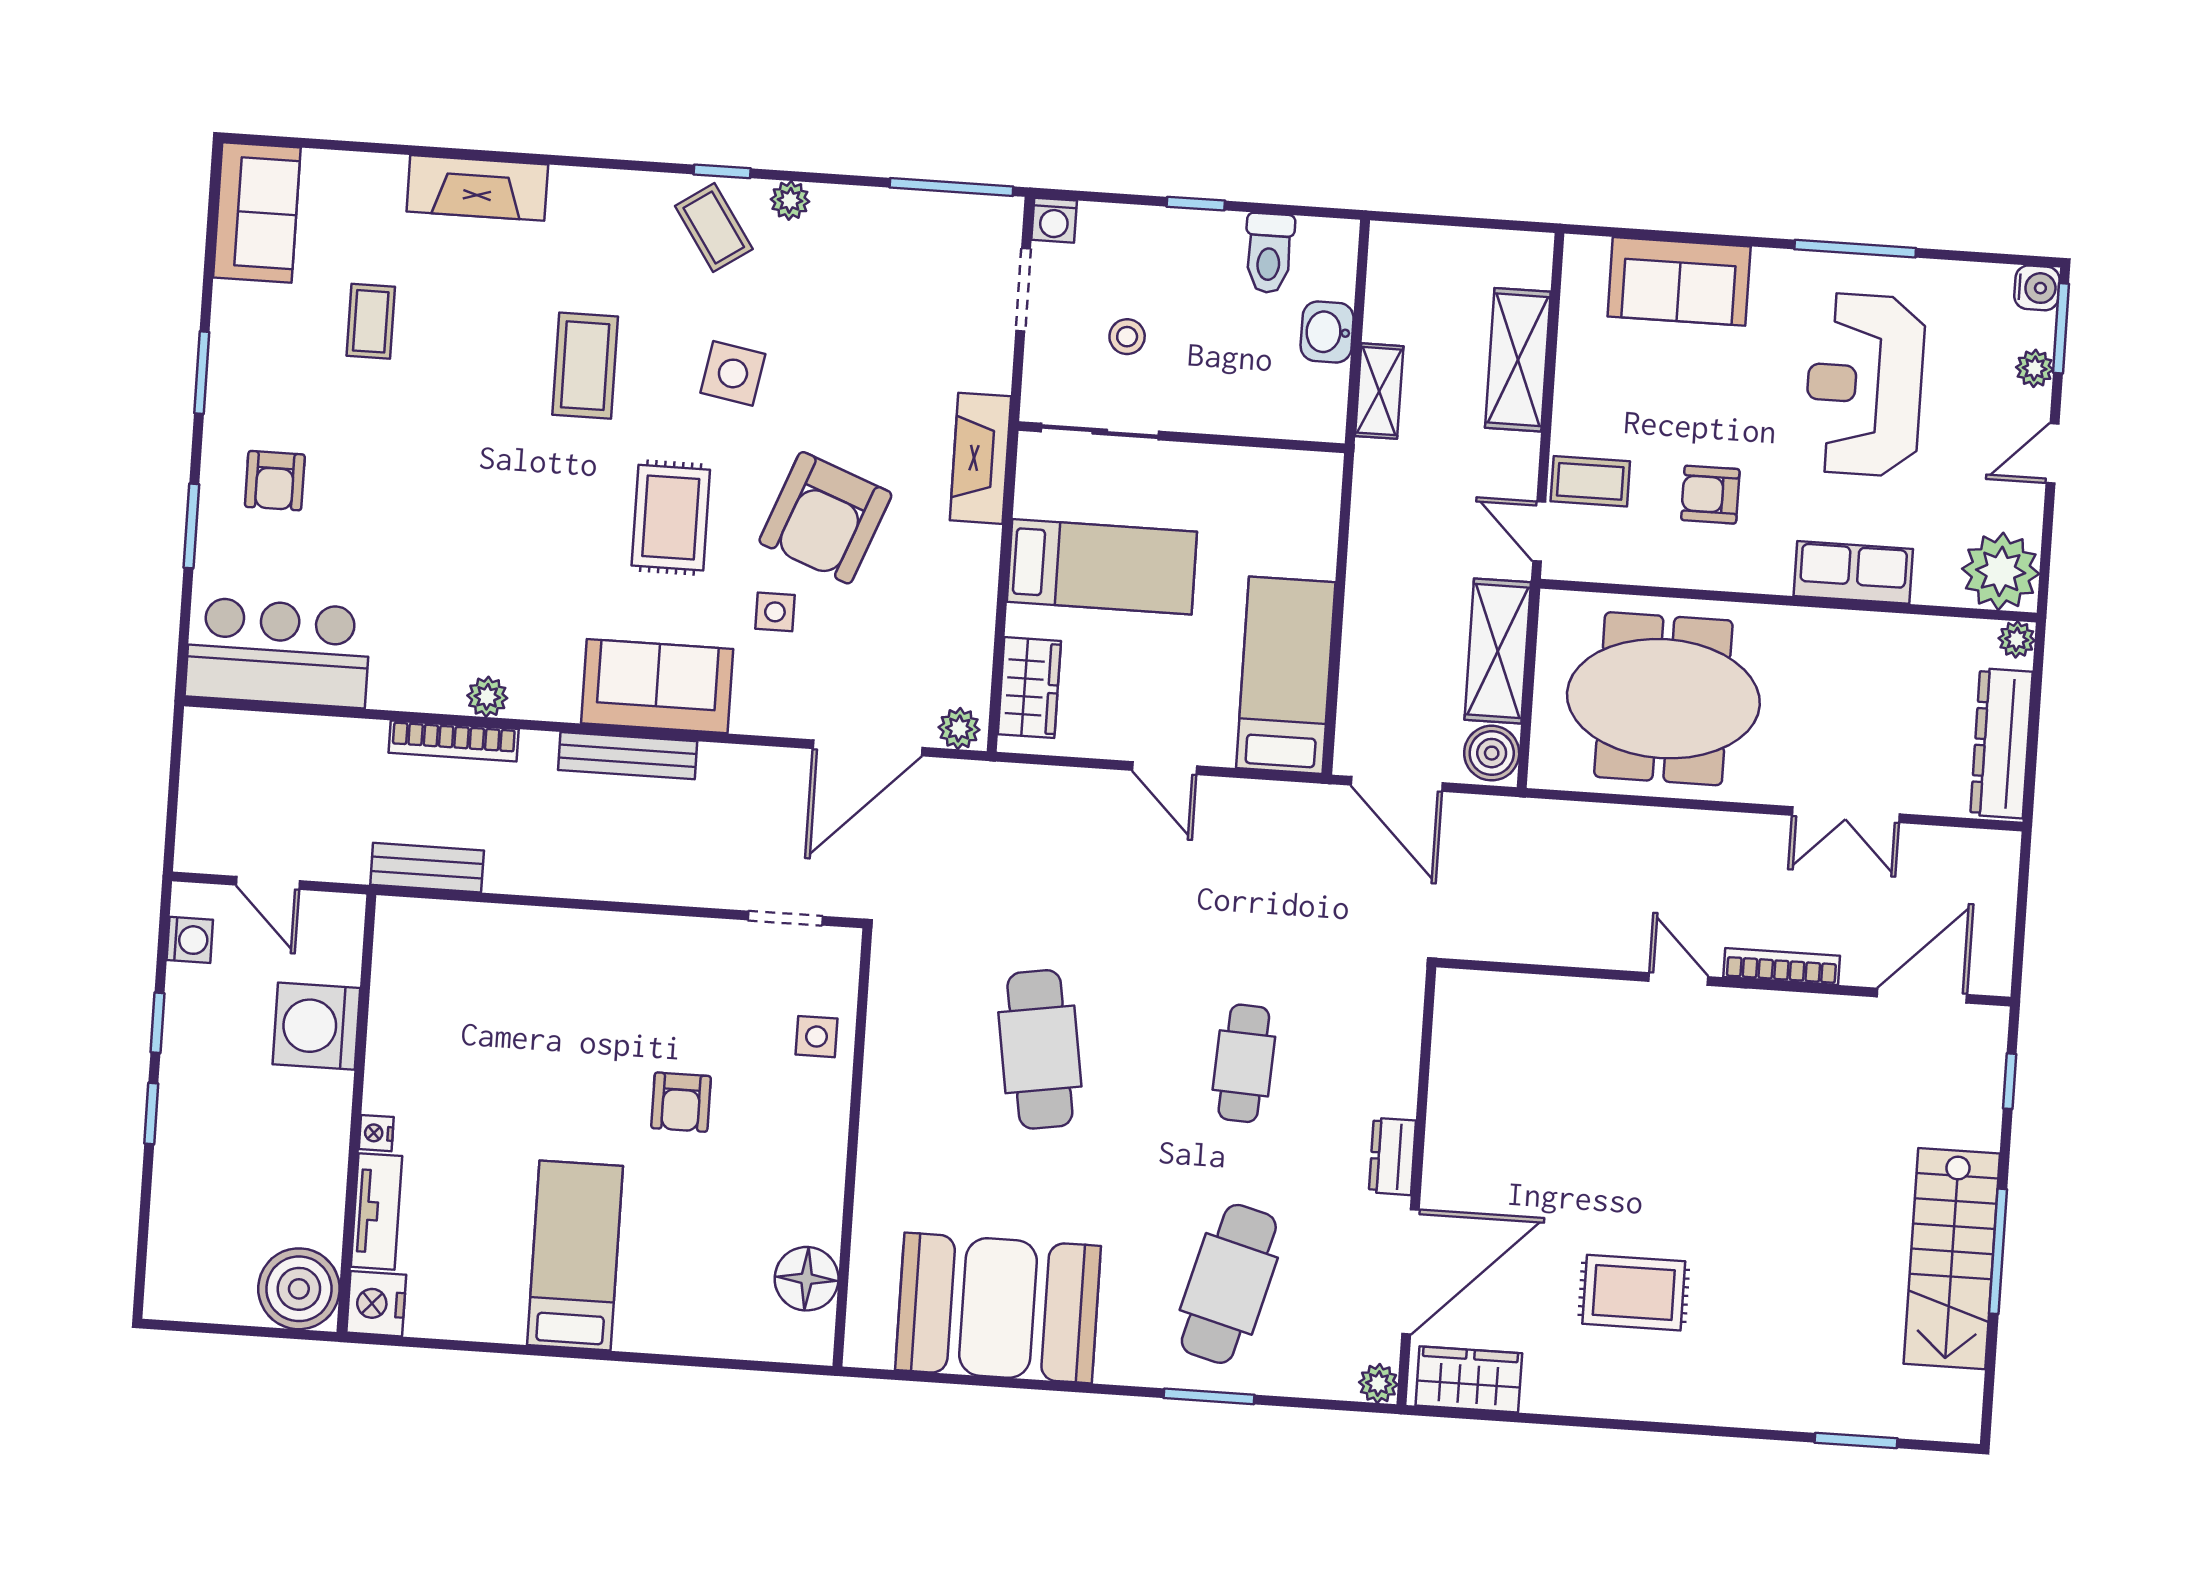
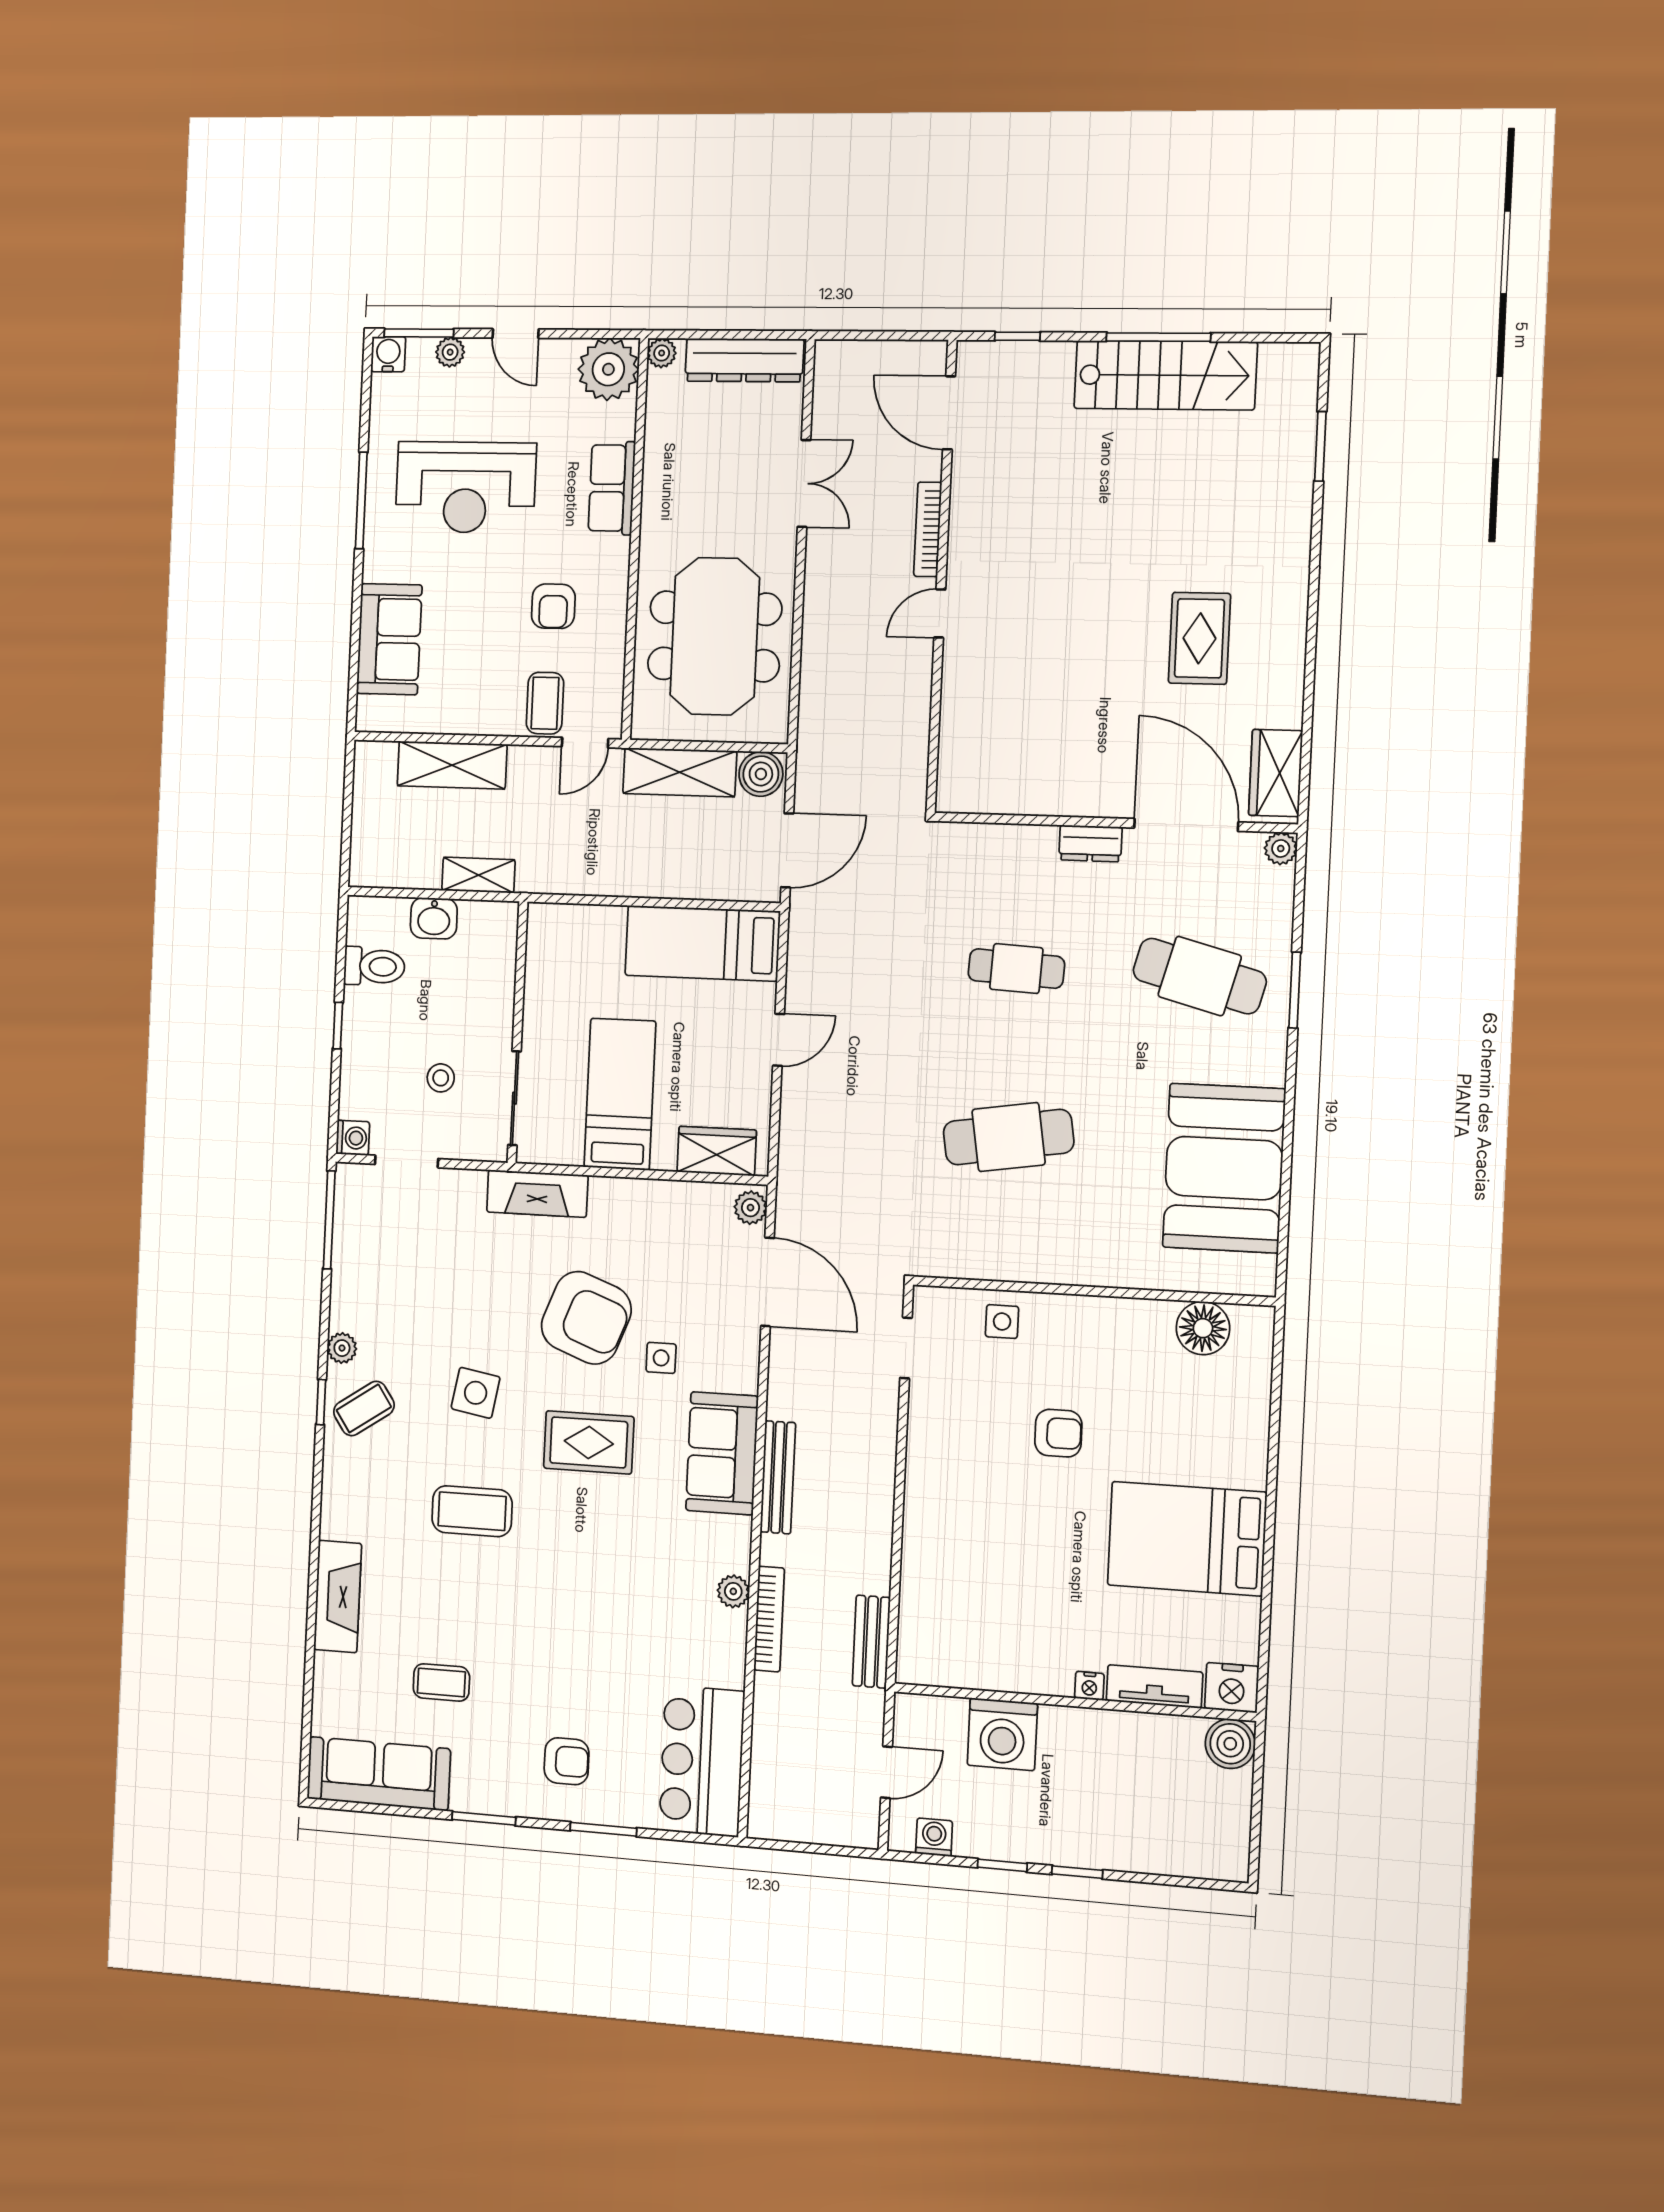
sofa: (257, 213) -> (379, 1774), width x1.36
bed: (575, 1256) -> (1187, 1539), width x1.50
boiler: (299, 1289) -> (1230, 1744), width x0.73, depth x0.73

